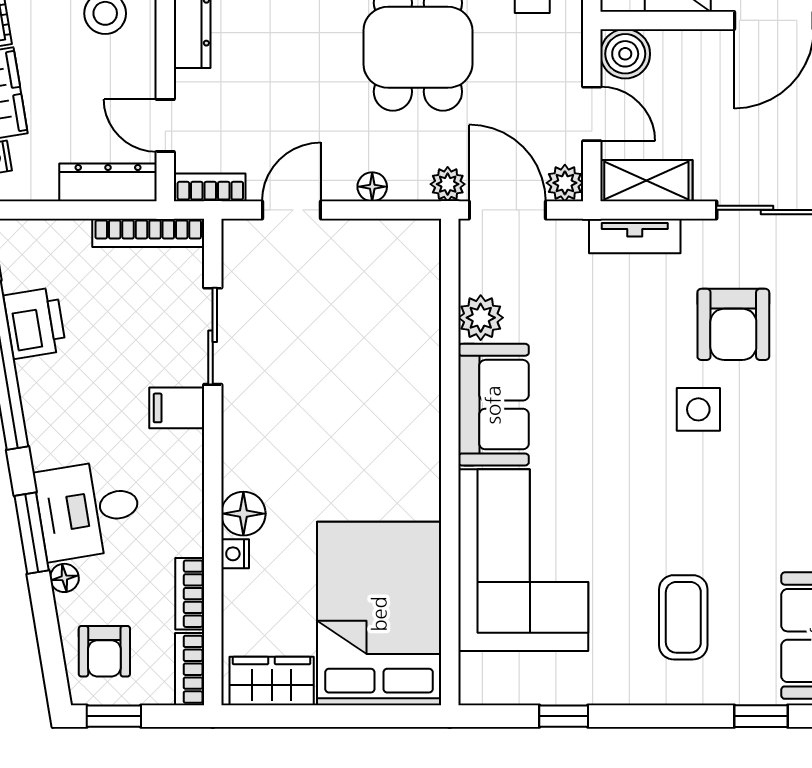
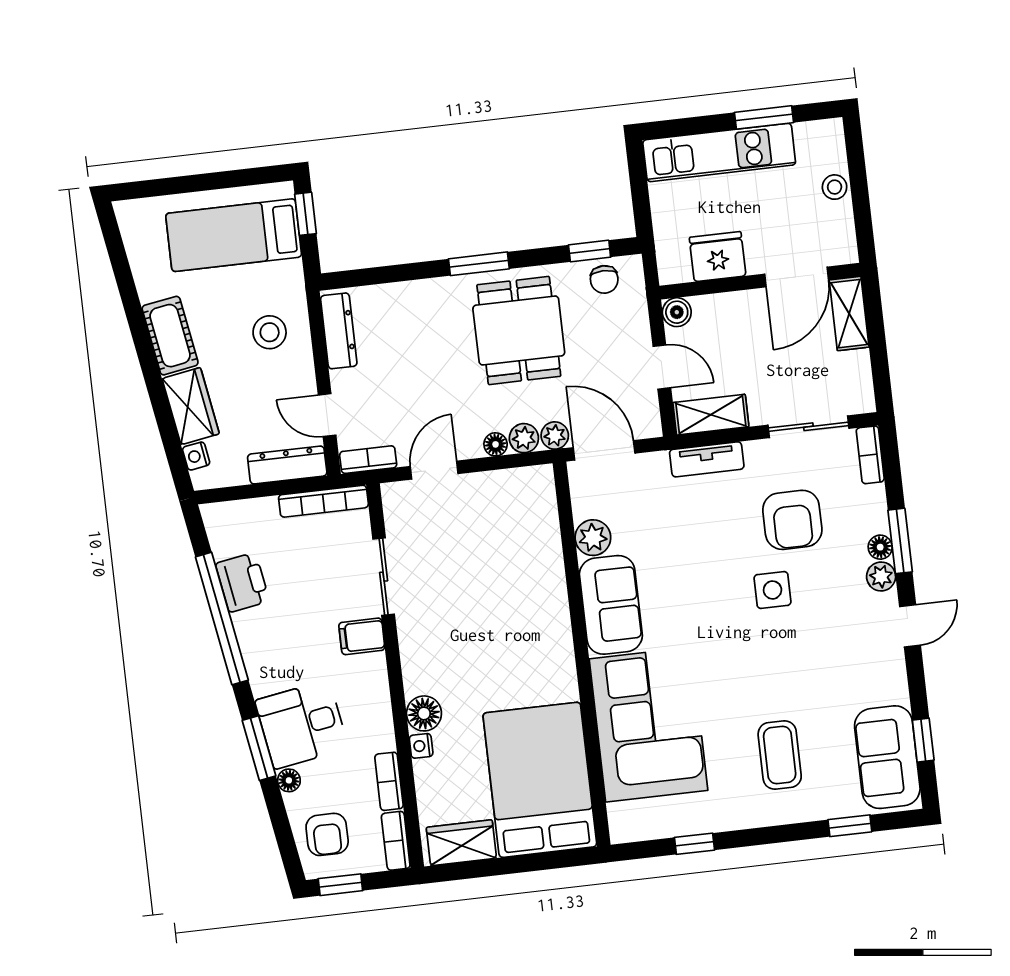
boiler: (625, 54) -> (677, 312), width x0.73, depth x0.73
plant: (565, 183) -> (524, 438), moved

